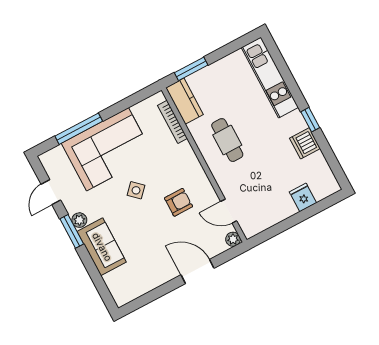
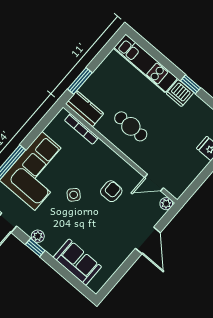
dishwasher: (305, 143) -> (180, 93), moved
window: (72, 231) -> (35, 248), width x0.67
sofa: (102, 247) -> (77, 262), moved
door: (198, 271) -> (148, 240), swing flipped

